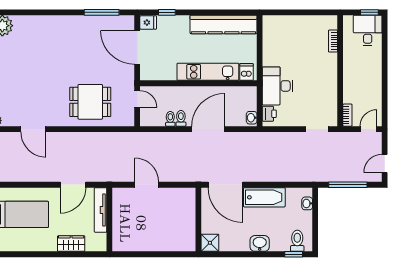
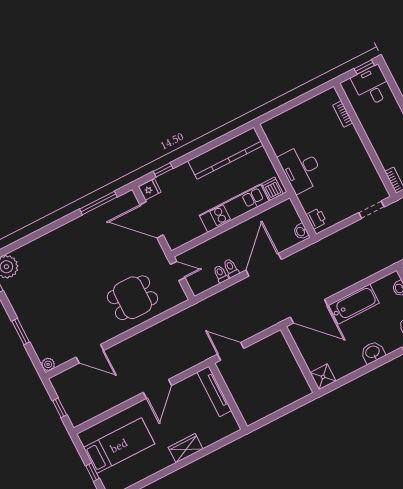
desk: (277, 86) -> (301, 169), moved
tv unit: (101, 210) -> (214, 391), moved
wall: (109, 220) -> (228, 396), moved

